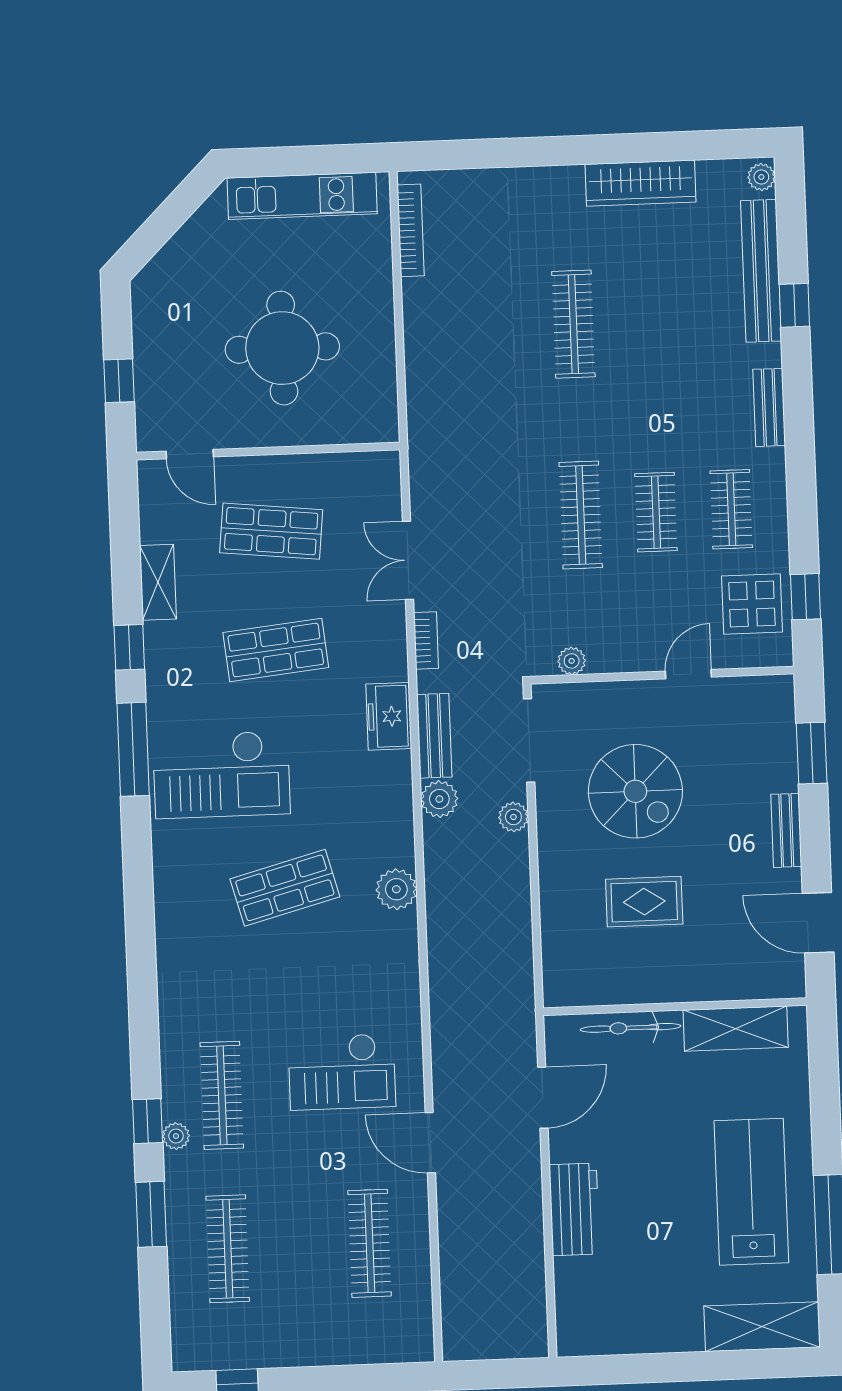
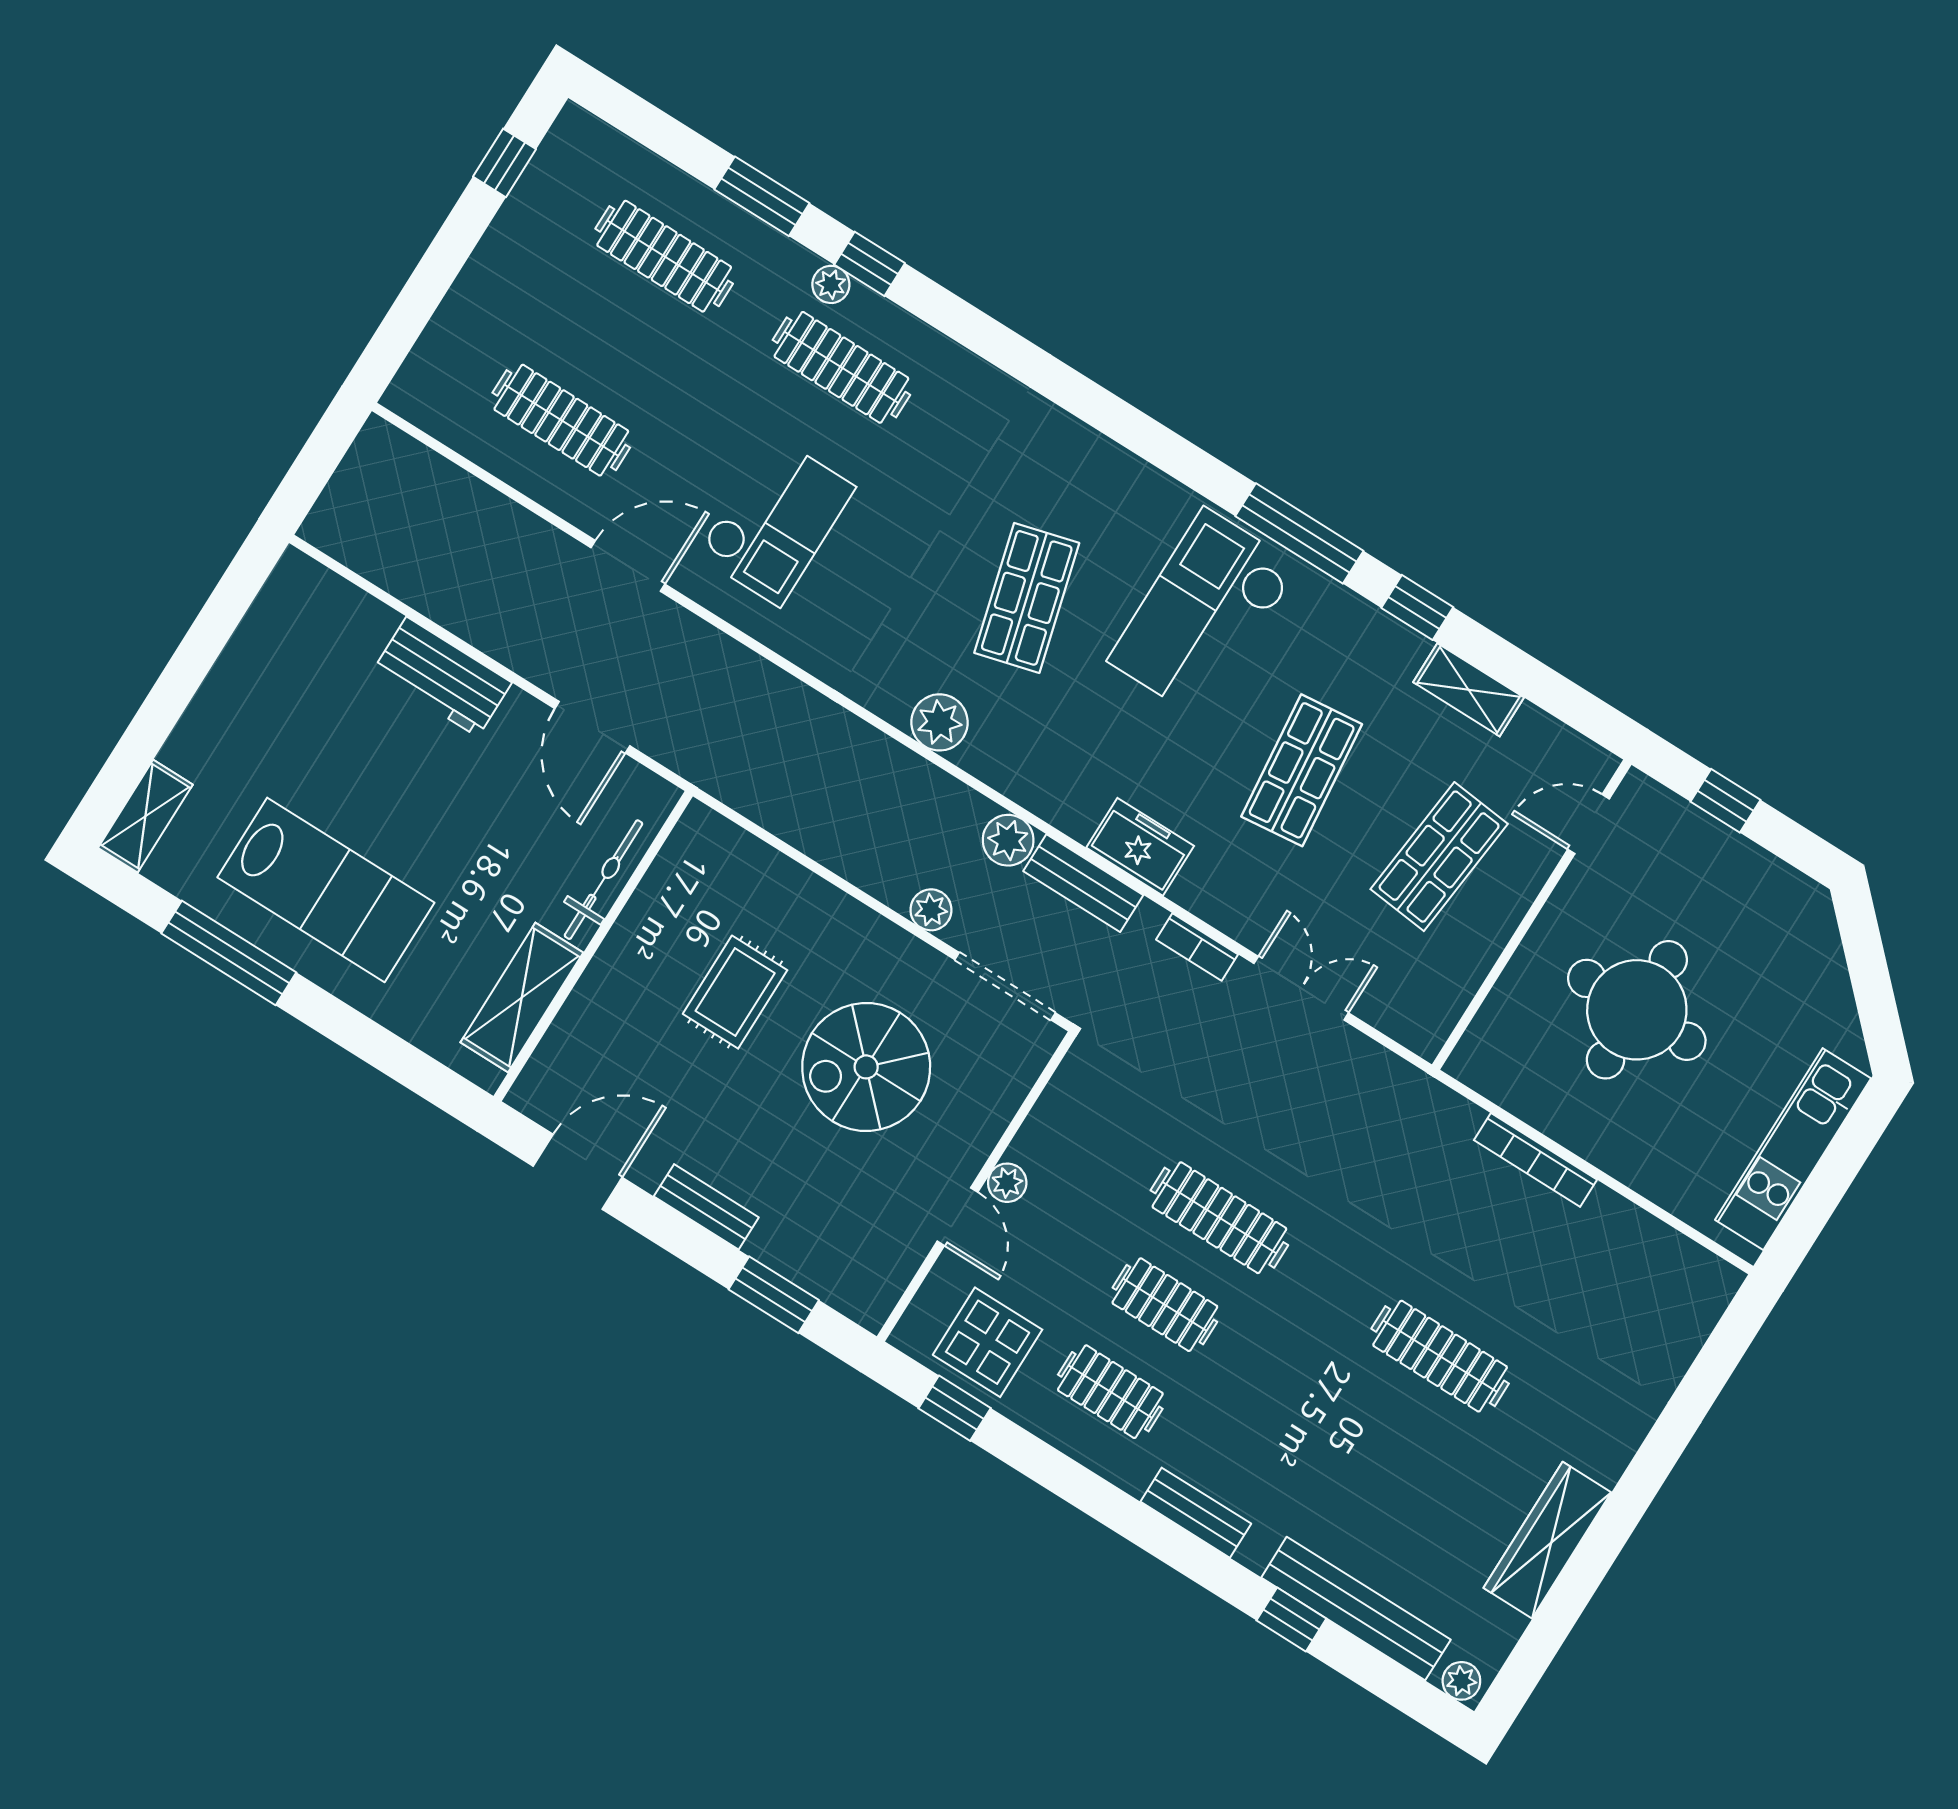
bookcase: (411, 230) -> (1535, 1160), moved
plant: (572, 661) -> (1007, 1183), moved
checkout: (342, 1072) -> (776, 521), turned 180
shelving: (762, 1327) -> (145, 816), width x0.67, depth x0.75

